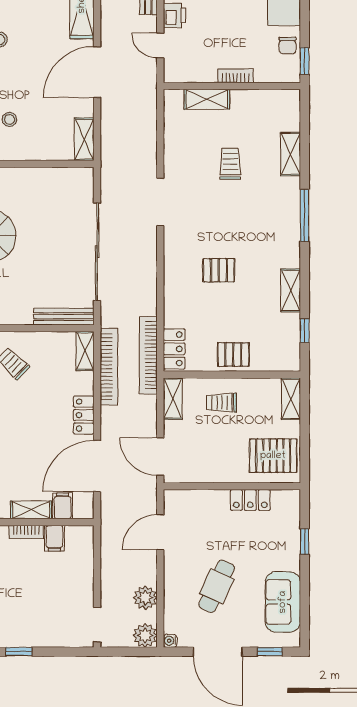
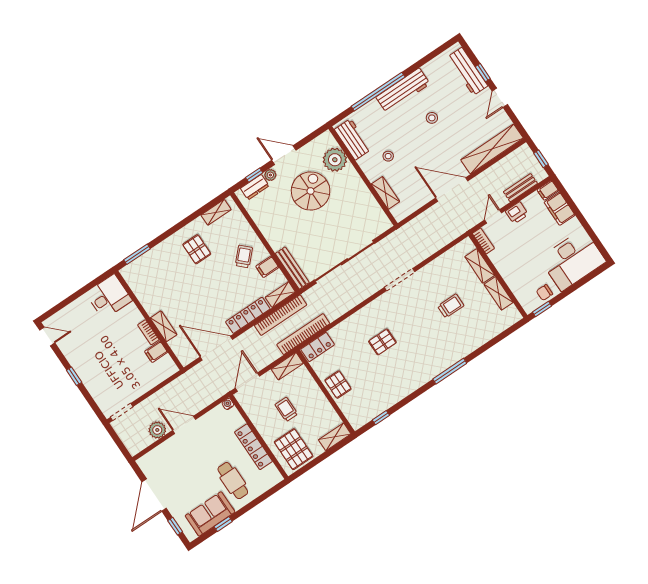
bookcase: (236, 76) -> (483, 241), moved
shelving: (84, 139) -> (385, 193), moved, turned 90
shelving: (291, 154) -> (499, 293), moved, turned 90
pallet: (219, 270) -> (382, 342), turned 90
shelving: (291, 290) -> (399, 393), removed
trolley: (222, 403) -> (286, 409), moved
locker: (84, 415) -> (248, 315), width x1.53
locker: (250, 500) -> (253, 447), width x1.53
filing cabinet: (63, 506) -> (267, 267), moved, turned 180
door: (160, 532) -> (184, 425), moved
window: (305, 541) -> (223, 524), moved
cafe table: (217, 586) -> (233, 481), moved, turned 65
plant: (145, 635) -> (135, 445), removed
water cooler: (170, 641) -> (228, 404), moved

